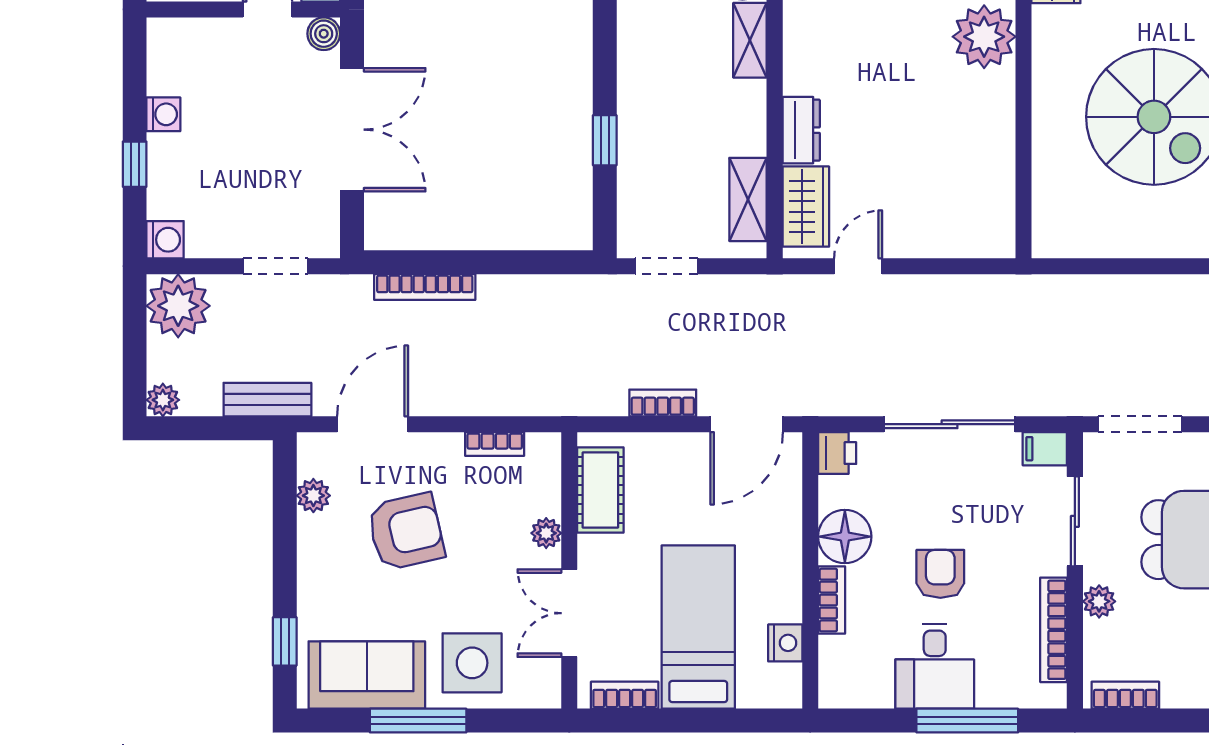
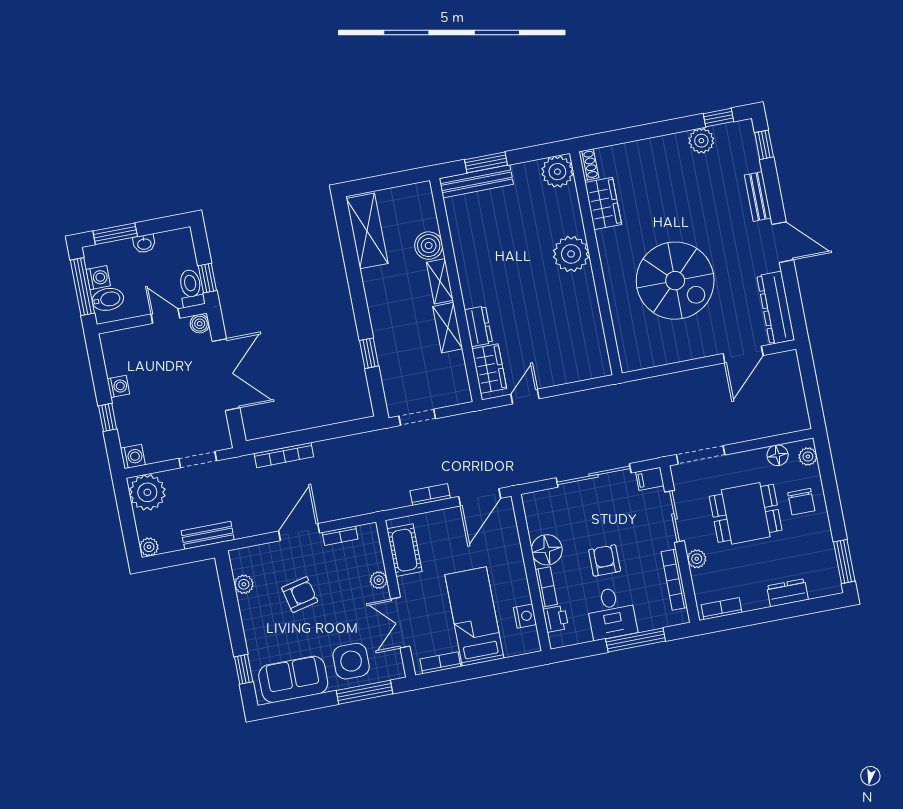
shelving: (748, 199) -> (448, 328), moved
door: (373, 424) -> (299, 532), moved
printer: (837, 453) -> (556, 619), moved
armchair: (406, 532) -> (300, 595), width x0.72, depth x0.72
window: (418, 721) -> (364, 692), moved

